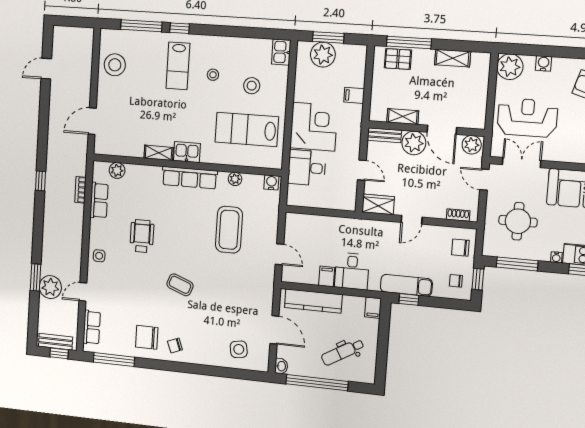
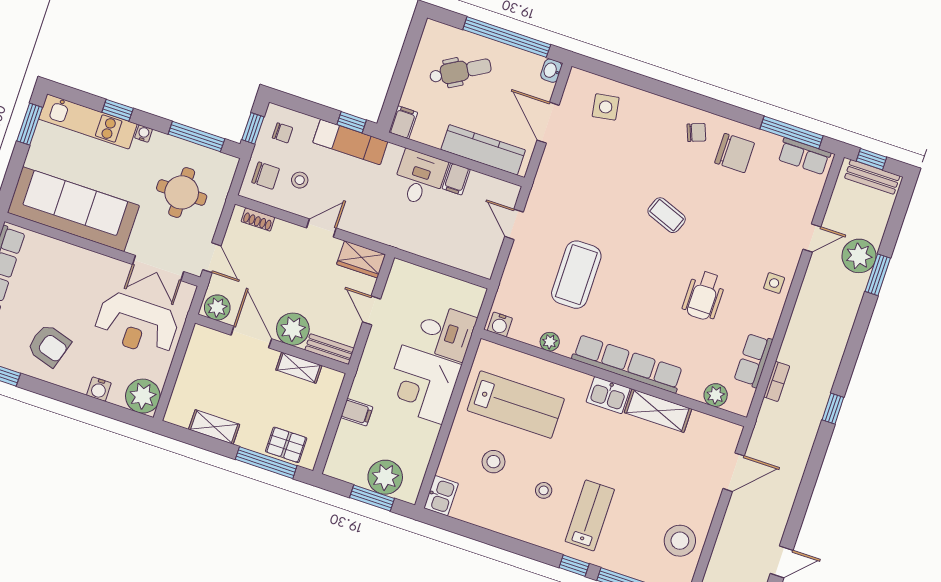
shelving: (159, 153) -> (658, 411), width x1.50, depth x1.33
row of seats: (190, 178) -> (628, 364), width x1.36
stool: (435, 250) -> (300, 180), added
row of seats: (92, 327) -> (804, 156), moved, turned -90

